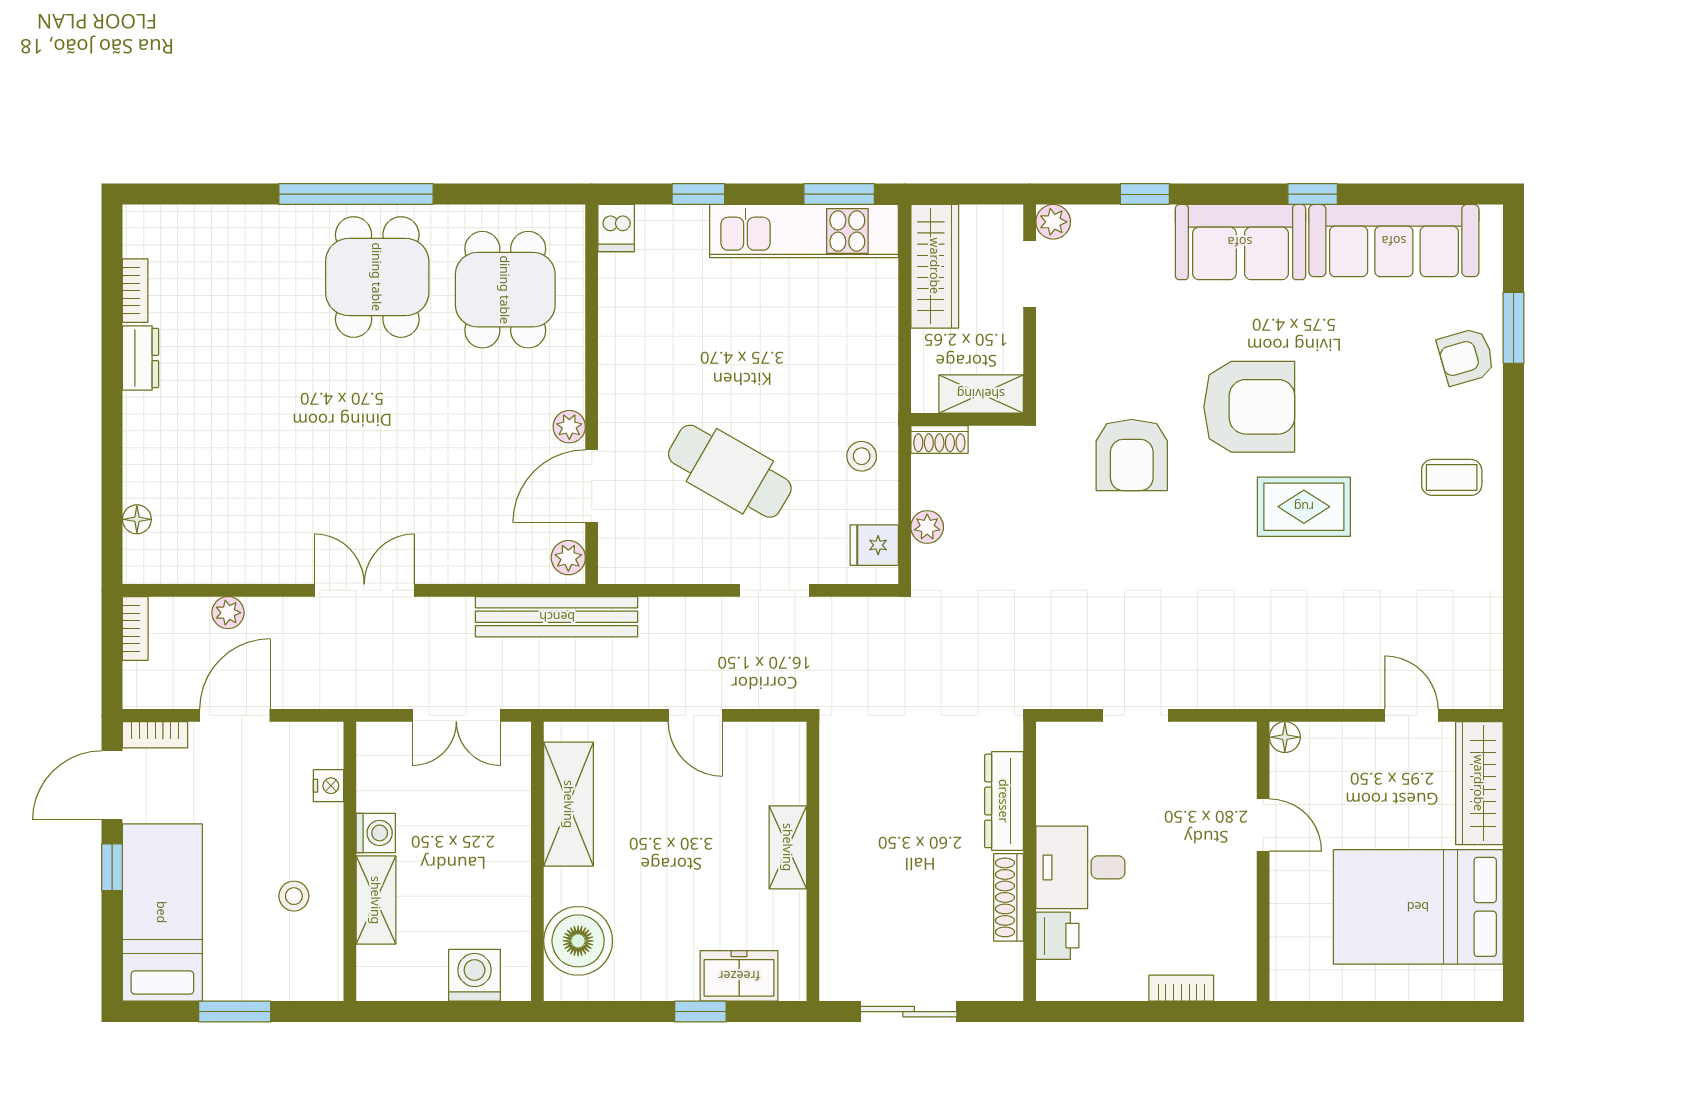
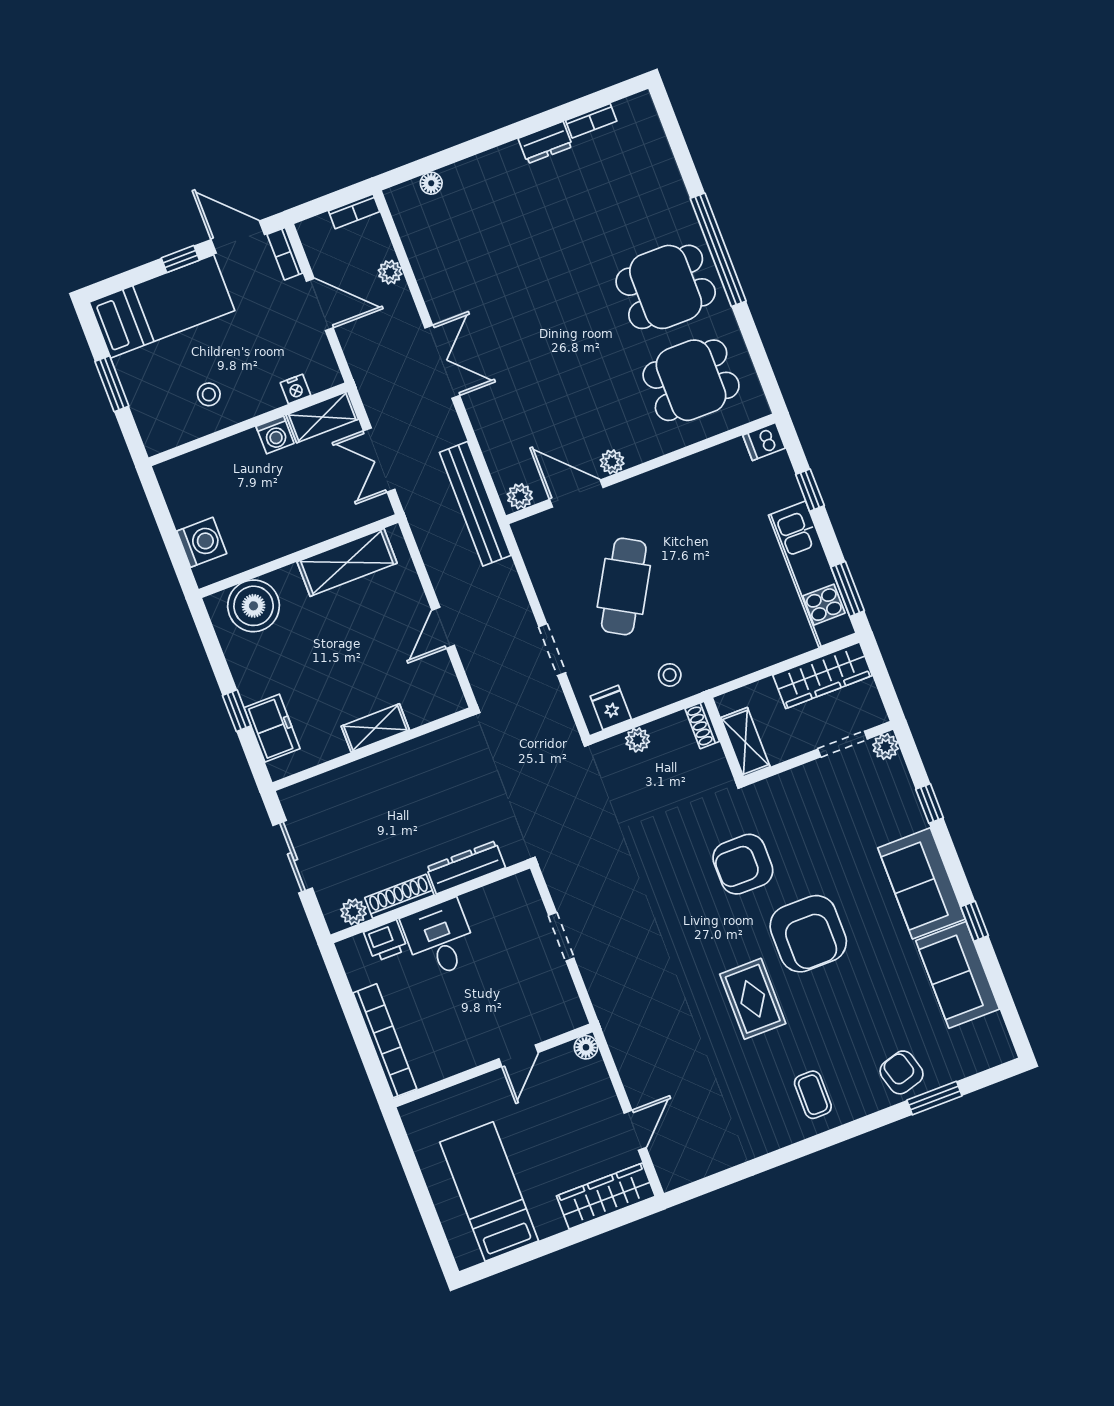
sofa: (1394, 241) -> (958, 975), width x0.73
shelving: (376, 900) -> (322, 417), moved
bed: (1418, 907) -> (489, 1191), width x0.67
plant: (1006, 962) -> (353, 912), added
bookcase: (1181, 988) -> (385, 1041), width x2.31, depth x1.31

